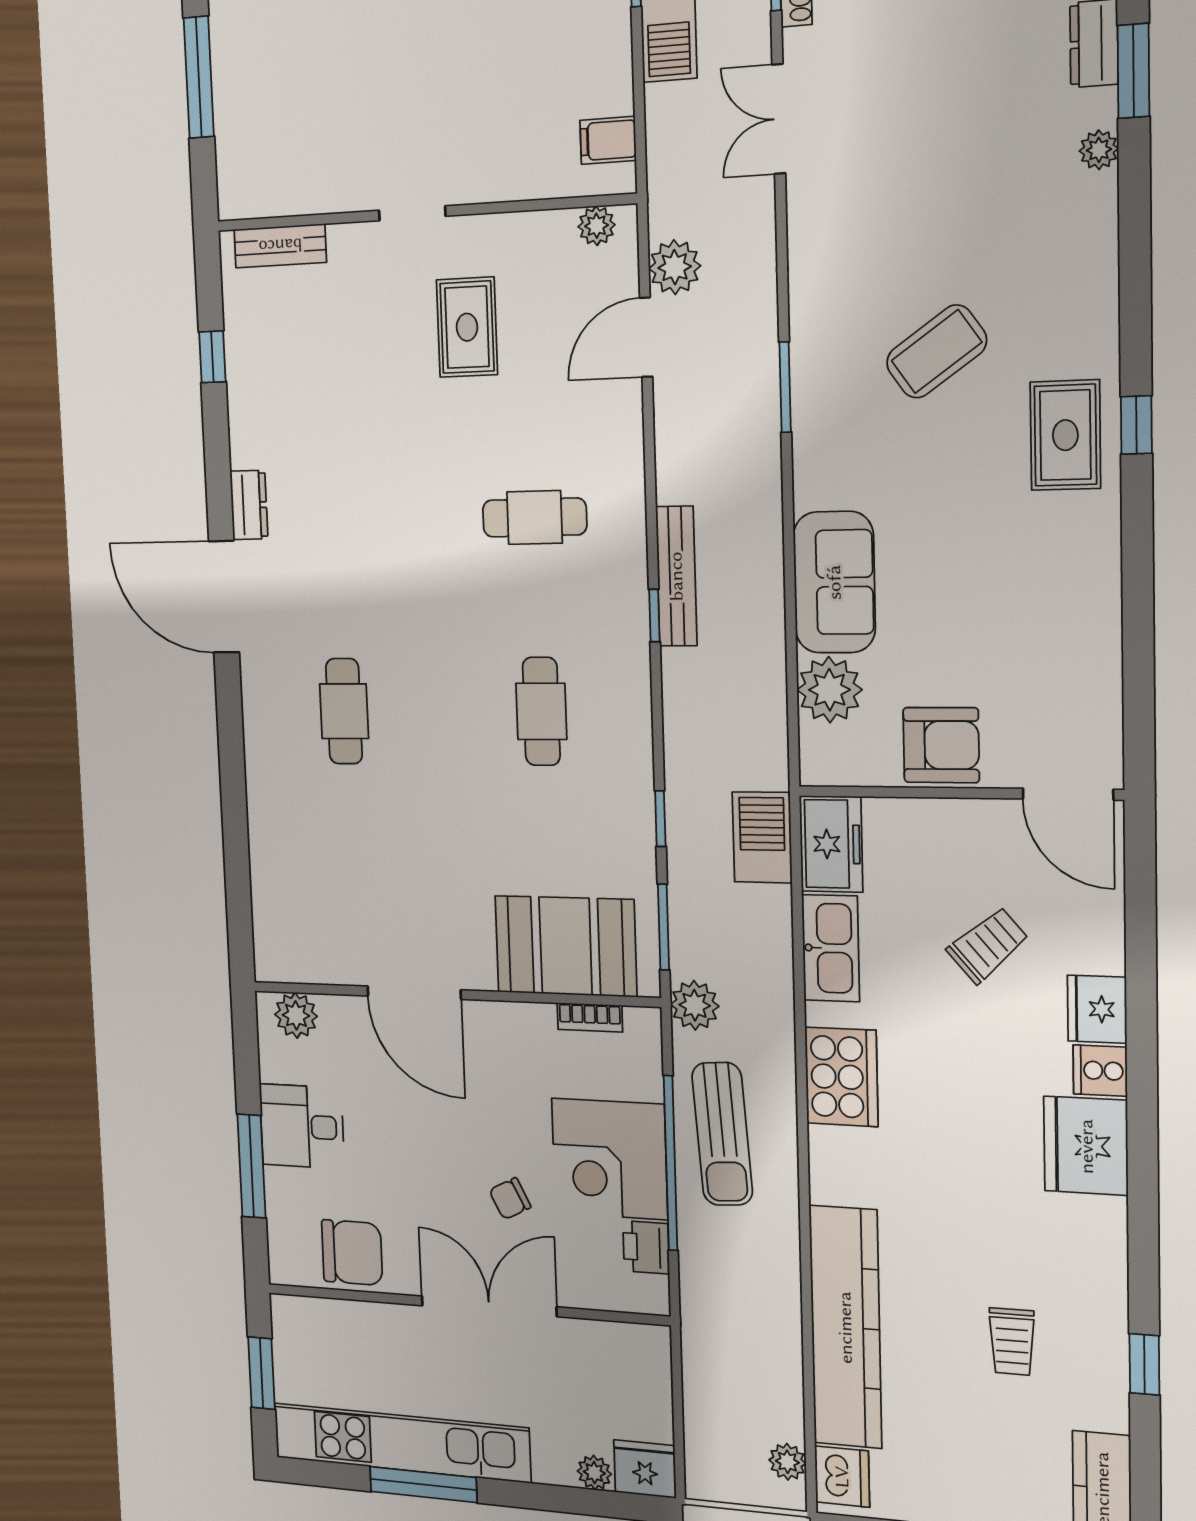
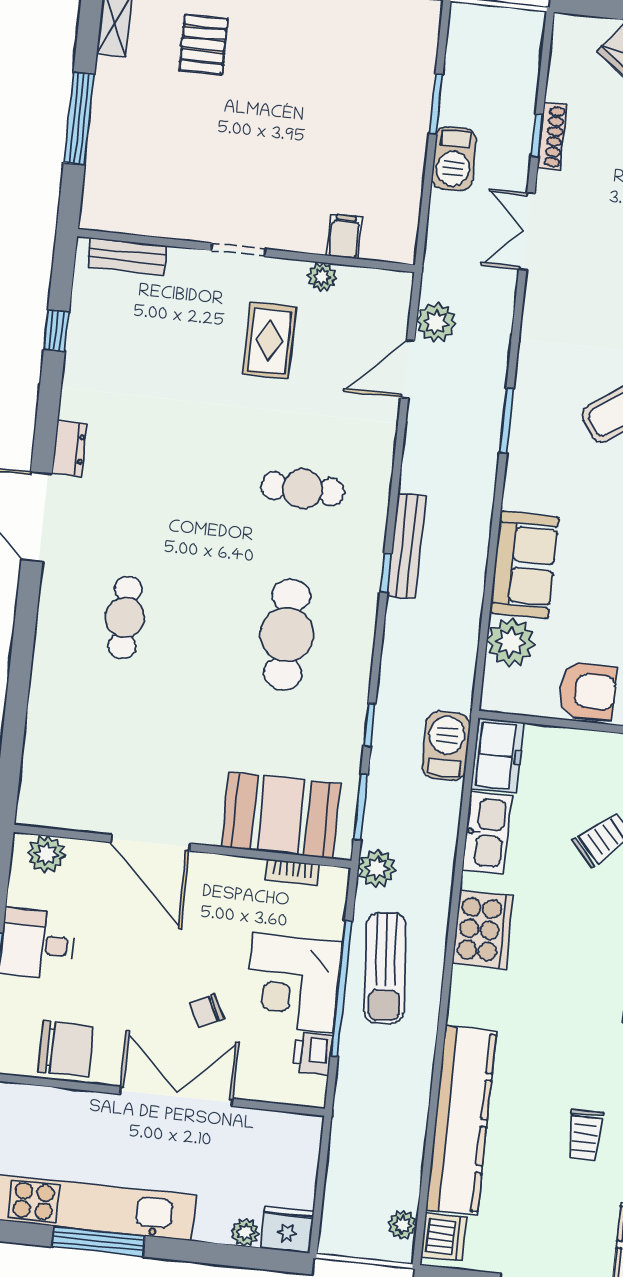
filing cabinet: (608, 140) -> (344, 236), moved, turned 90
plant: (597, 226) -> (322, 277), moved
cafe table: (541, 711) -> (287, 635), width x1.37, depth x1.35

